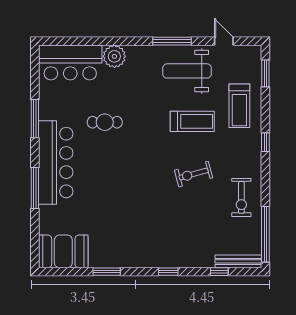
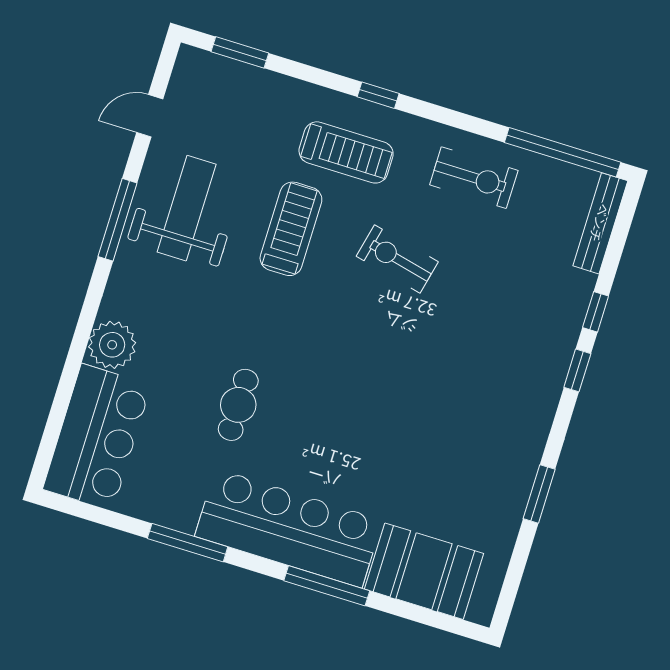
weight bench: (187, 71) -> (187, 208), turned 180
treadmill: (239, 106) -> (346, 152), moved
exercise bike: (194, 174) -> (397, 259), turned 118
booth: (63, 251) -> (424, 571), moved, turned 90
window: (219, 272) -> (596, 312), moved

